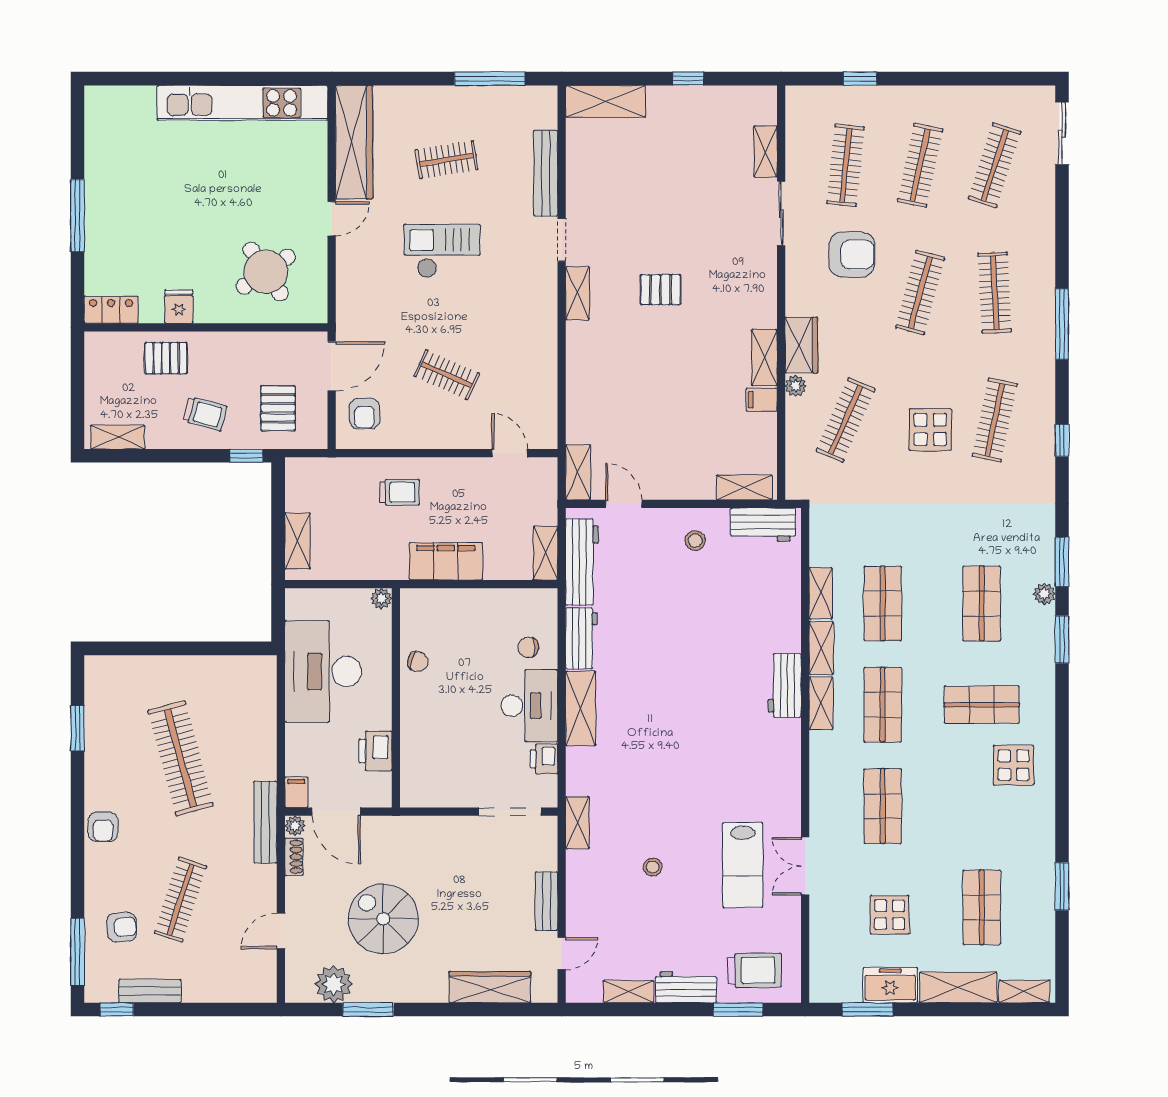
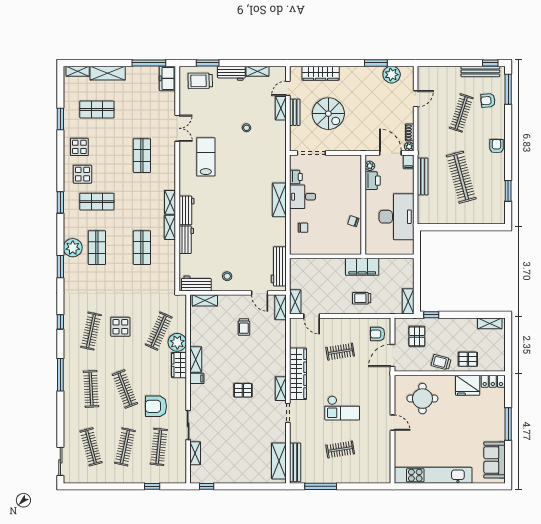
window: (688, 79) -> (207, 486), moved
shelving: (606, 101) -> (279, 461), moved, turned 90
sofa: (107, 136) -> (495, 460), added
wardrobe: (354, 142) -> (298, 374), moved, turned 180
clothes rail: (995, 165) -> (91, 447), turned -33
bench: (546, 173) -> (295, 462), moved
door: (332, 219) -> (393, 423), swing flipped
round table: (266, 272) -> (422, 399), turned 34
clothes rail: (920, 293) -> (125, 389), turned -36
fridge: (179, 307) -> (468, 385), width x1.88, depth x1.34
clothes rail: (447, 375) -> (340, 352), turned -33
plant: (796, 386) -> (177, 342), width x1.87, depth x1.87
filing cabinet: (762, 400) -> (197, 378), moved
trolley: (205, 414) -> (441, 362), moved
armchair: (364, 414) -> (378, 334), turned -90
trolley: (658, 429) -> (244, 327), added
shelving: (297, 541) -> (408, 301), moved
shelving: (546, 553) -> (295, 302), moved
filing cabinet: (446, 561) -> (362, 267), moved
shelving: (821, 593) -> (170, 252), removed
plant: (1044, 594) -> (73, 248), width x1.88, depth x1.88
plant: (381, 599) -> (370, 166), moved
workbench: (582, 638) -> (186, 240), moved, turned 180
window: (1062, 639) -> (60, 202), moved
shop shelf: (883, 705) -> (142, 202), removed
desk: (529, 706) -> (303, 197), width x0.73
bench: (265, 822) -> (423, 177), moved
shelving: (577, 823) -> (281, 108), moved
lab bench: (743, 865) -> (206, 157), moved
shop shelf: (982, 907) -> (97, 109), turned 90
display table: (890, 915) -> (79, 147), moved
spiral stairs: (383, 919) -> (328, 114), moved
freezer: (890, 985) -> (167, 78), moved, turned 90
bench: (150, 991) -> (480, 71), width x1.36
window: (868, 1010) -> (149, 63), width x1.44

